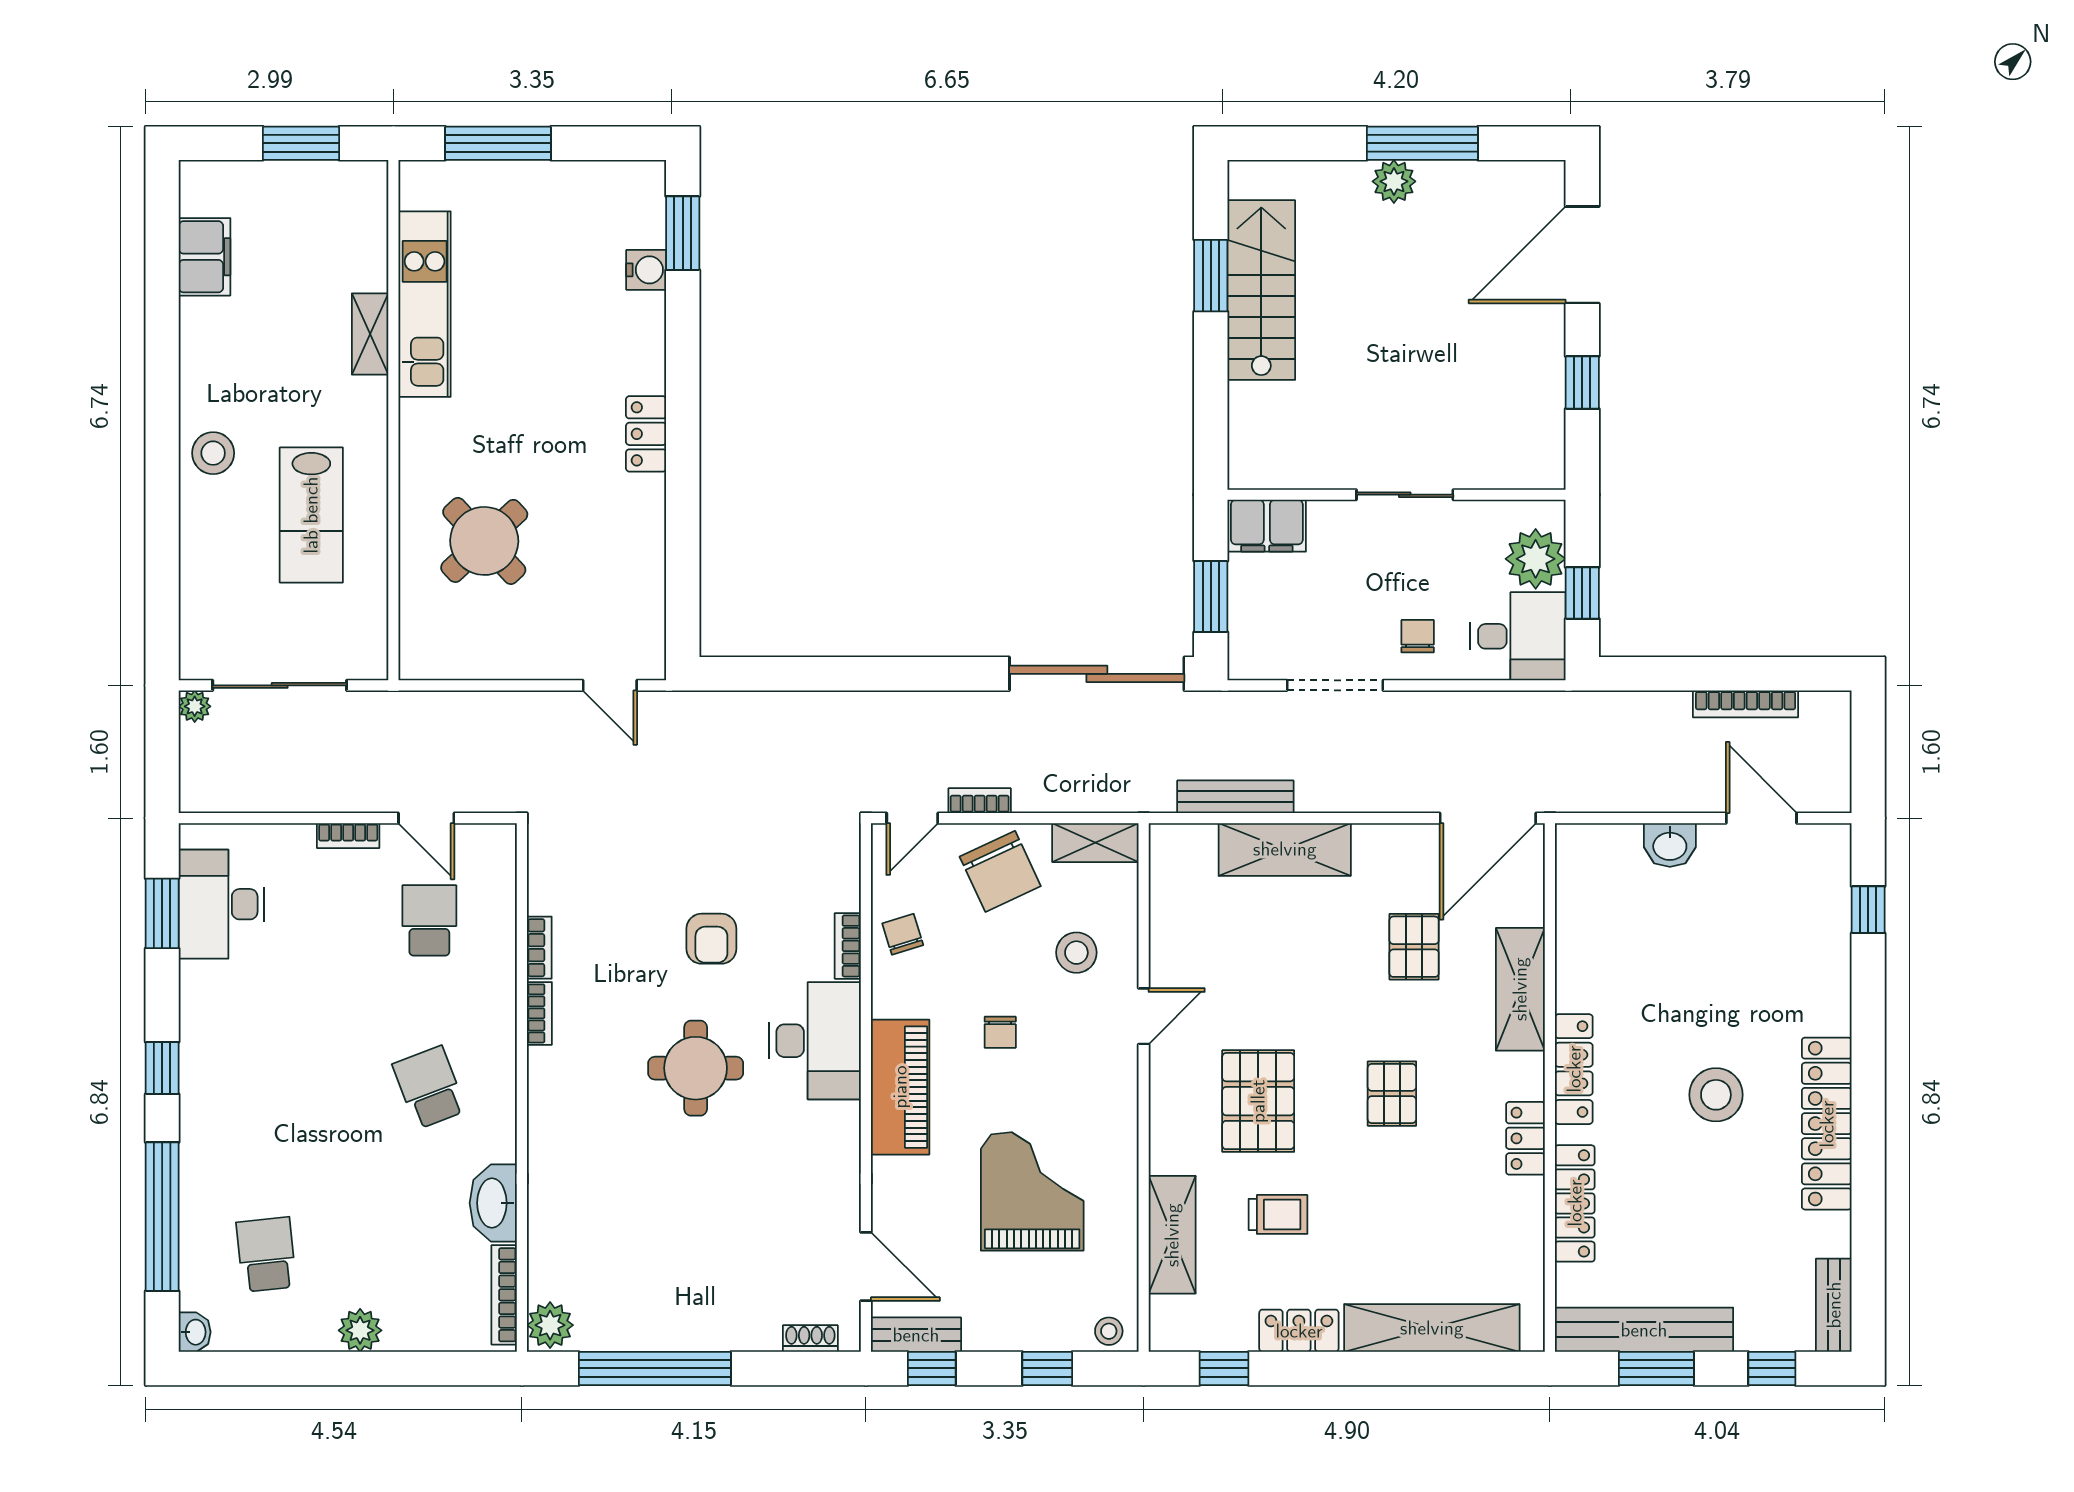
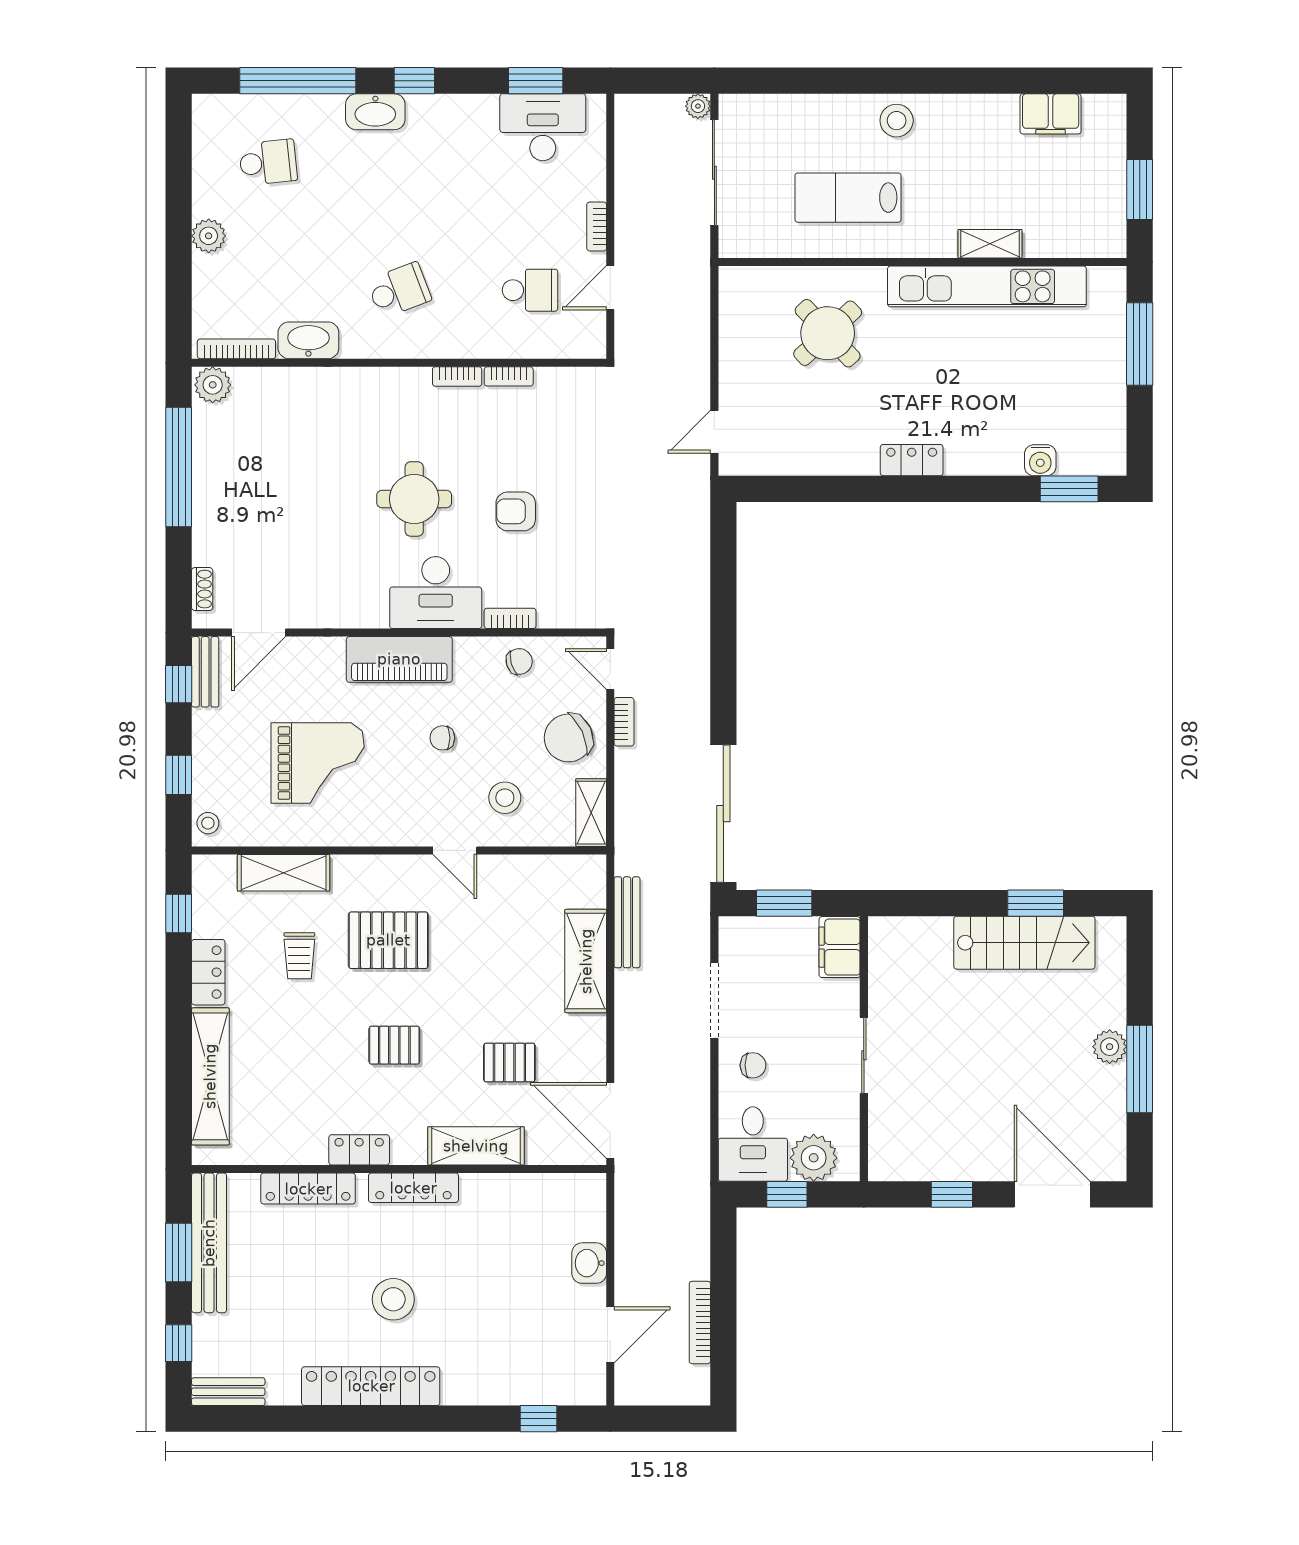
kitchen unit: (425, 304) -> (987, 286), width x1.36
washbasin: (195, 1332) -> (375, 112), moved, width x1.91, depth x1.45

